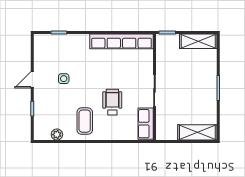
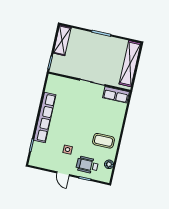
row of seats: (122, 41) -> (45, 118), moved
wheelchair: (112, 102) -> (87, 165), moved
shelving: (197, 132) -> (130, 64), width x1.47

